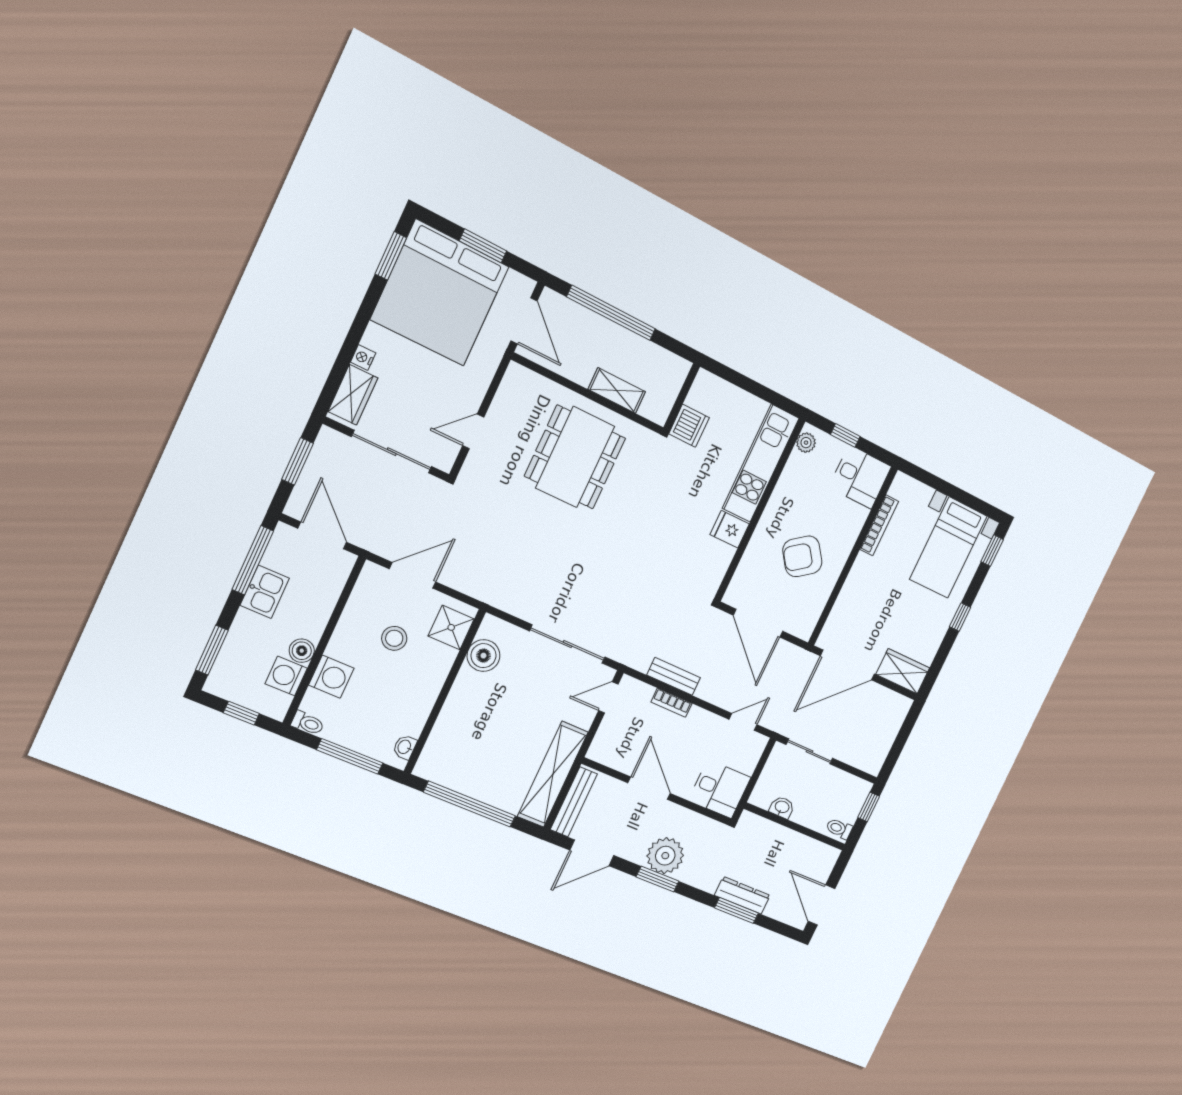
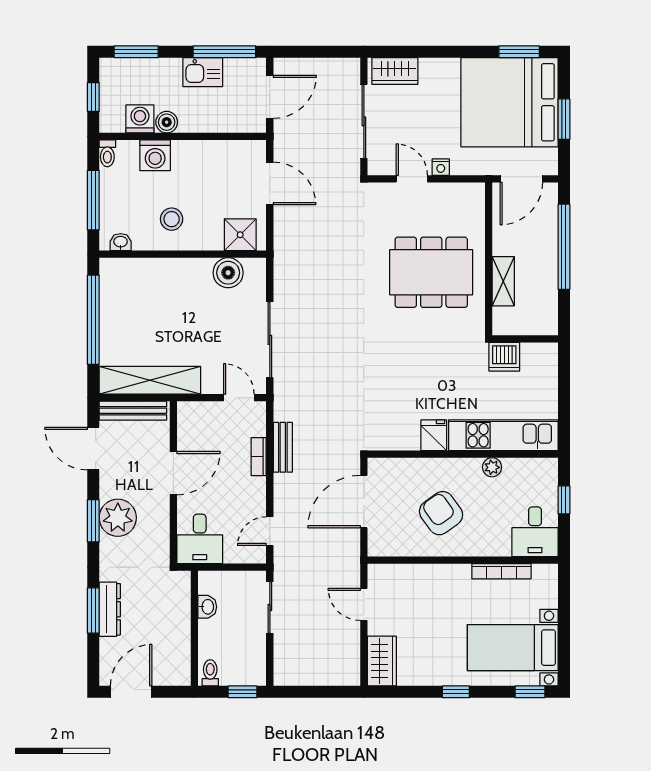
nightstand: (363, 358) -> (441, 167), moved, turned 180
plant: (806, 443) -> (492, 467), moved
window: (298, 461) -> (321, 52), removed
stool: (394, 638) -> (172, 219), moved
door: (847, 665) -> (364, 604), width x0.53
door: (743, 722) -> (270, 531), swing flipped

